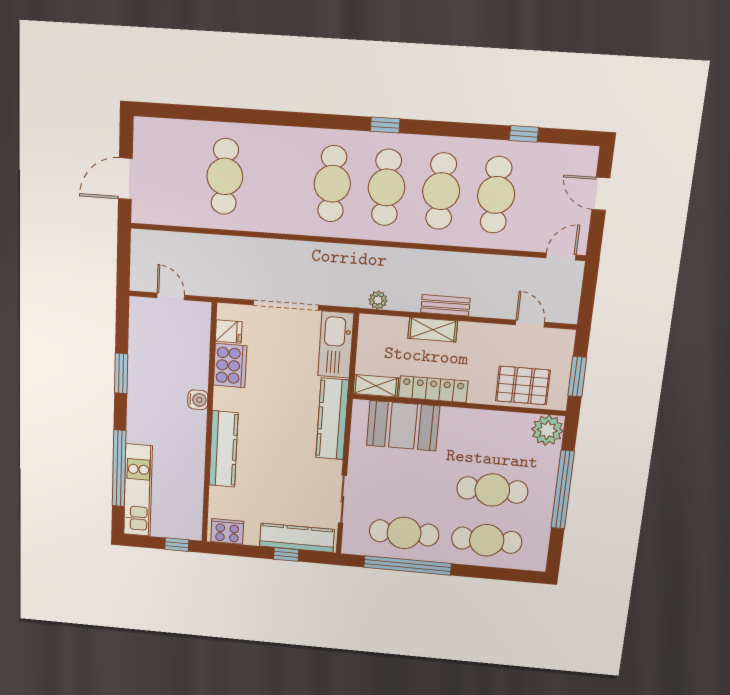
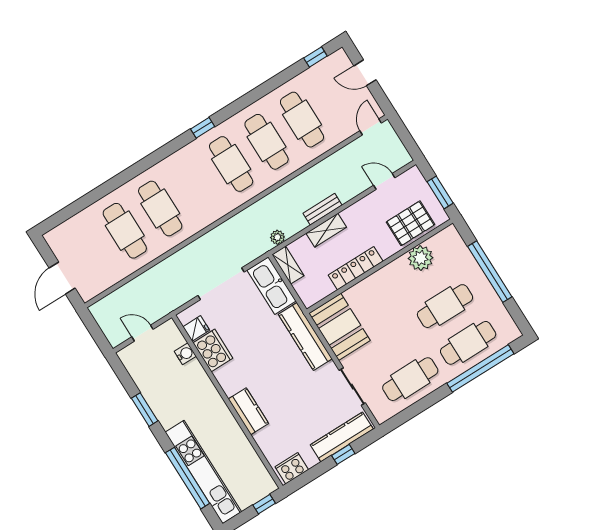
window: (524, 134) -> (315, 57), moved
cafe table: (332, 184) -> (160, 209), moved
shelving: (376, 386) -> (288, 265), moved, turned 90
water cooler: (198, 400) -> (185, 354), moved
booth: (403, 426) -> (340, 327), moved, turned 90
plant: (547, 430) -> (421, 258), moved
kitchen counter: (223, 449) -> (248, 411), width x0.67
kitchen unit: (138, 490) -> (203, 472), width x1.36
window: (407, 565) -> (480, 368), moved

